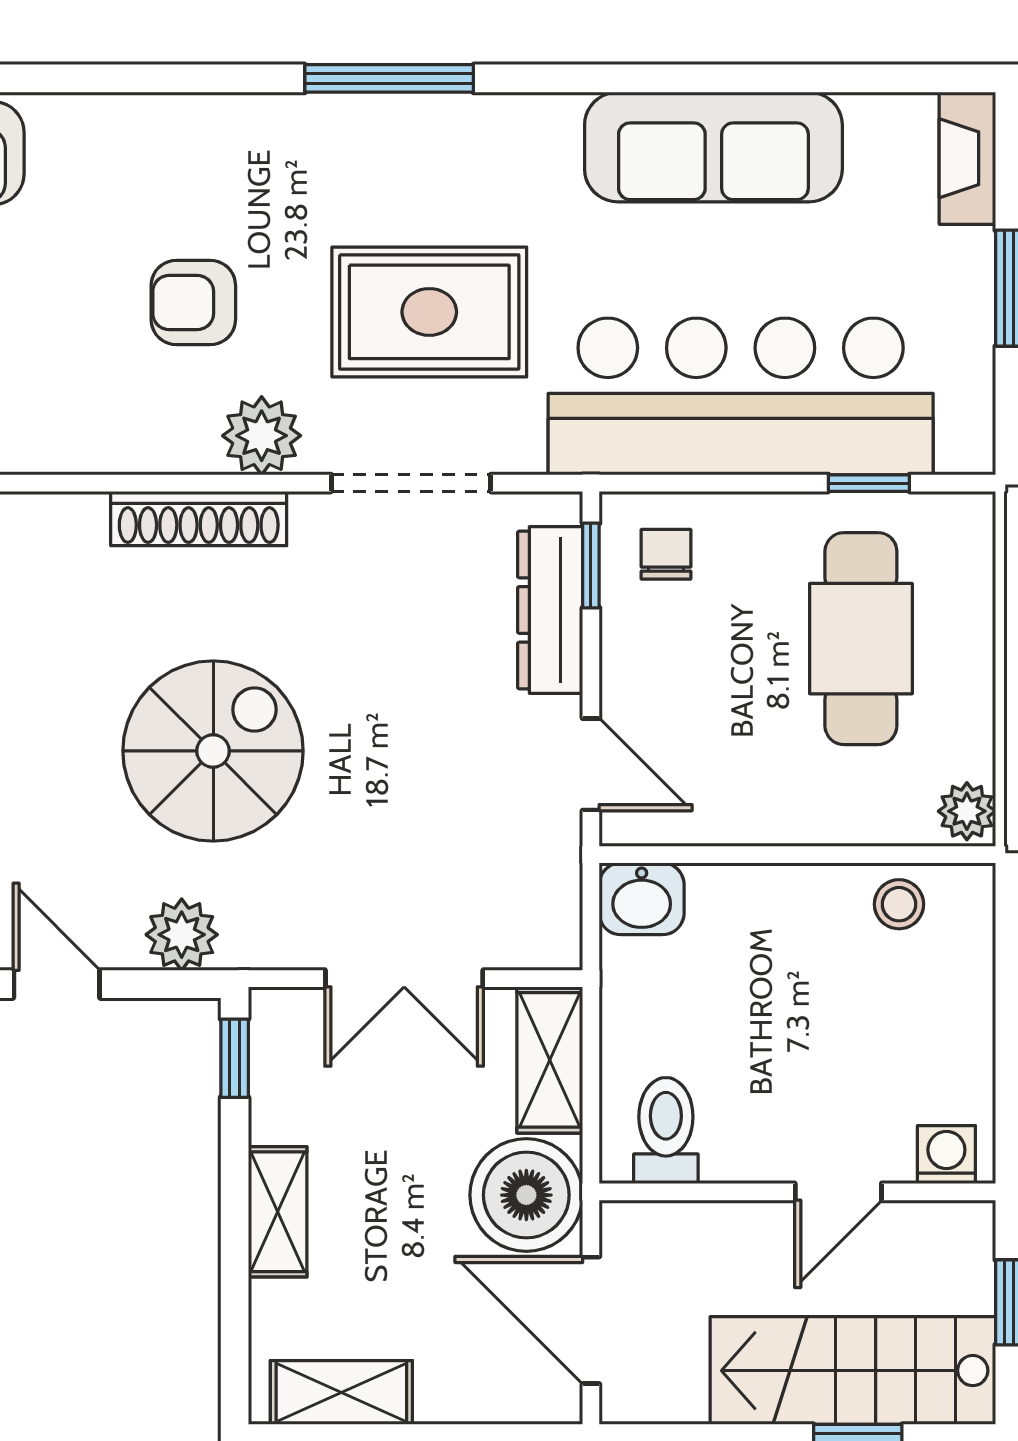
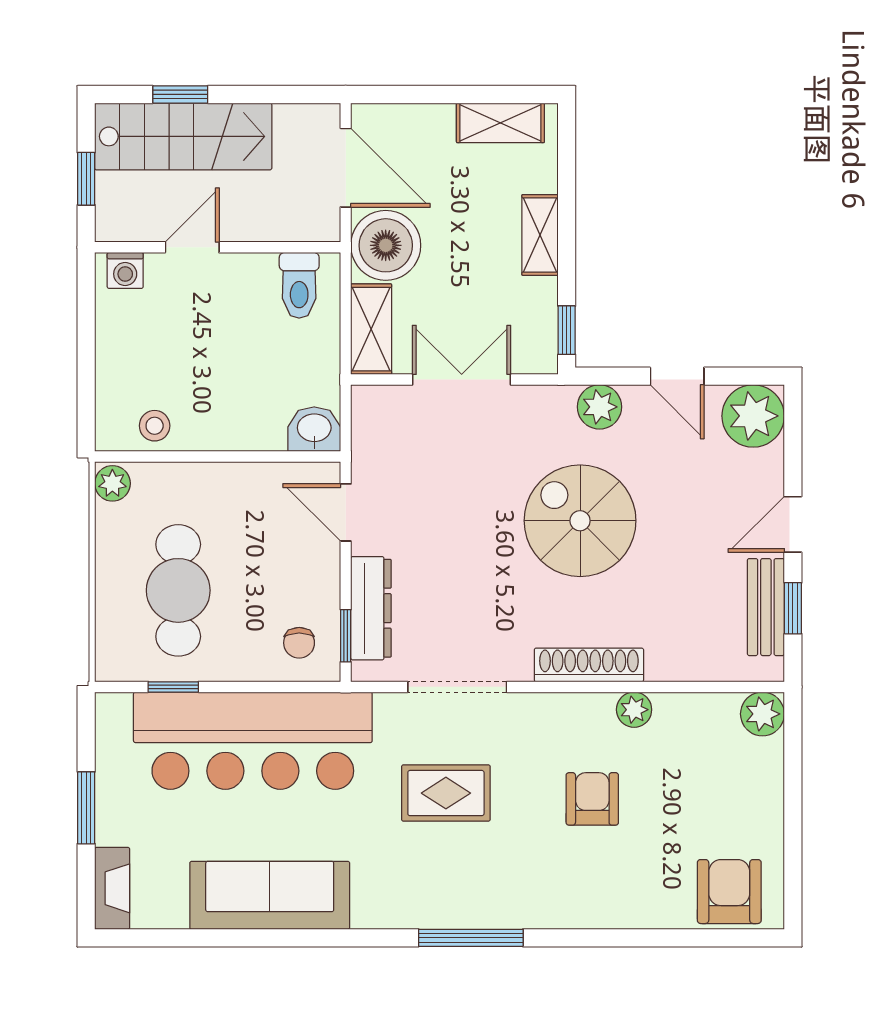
armchair: (193, 303) -> (592, 799), turned -90
rug: (429, 312) -> (446, 793), width x0.73, depth x0.70
plant: (262, 436) -> (634, 710), moved, width x0.73, depth x0.73
spiral stairs: (213, 751) -> (580, 521), turned 90

